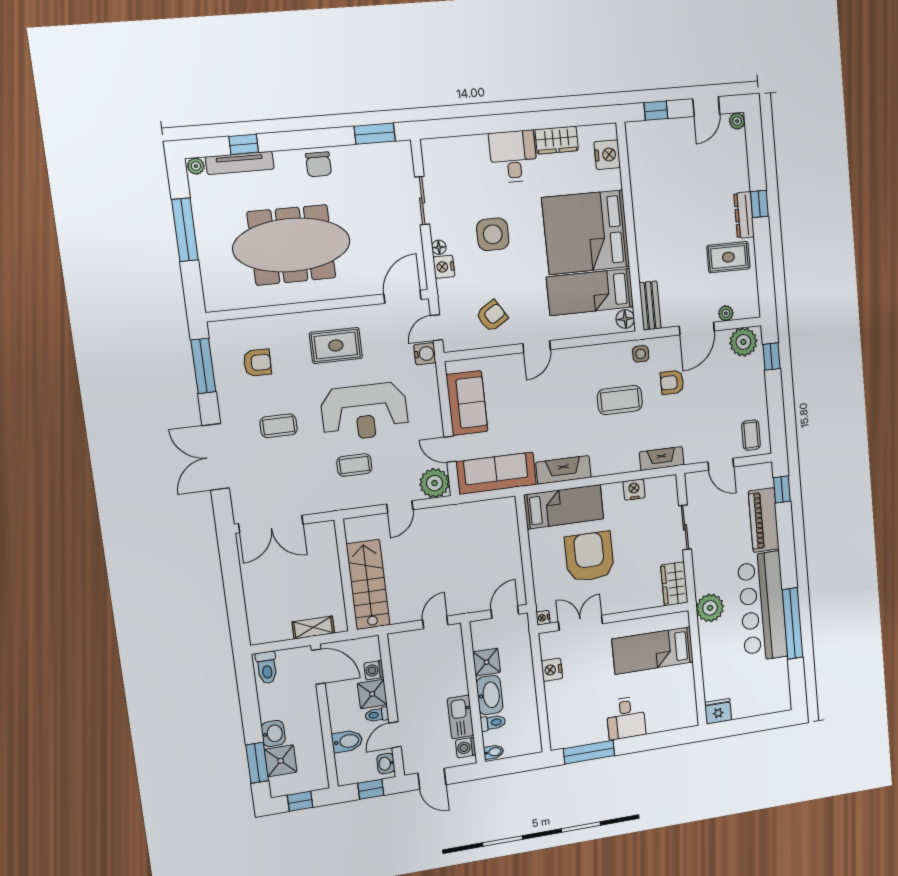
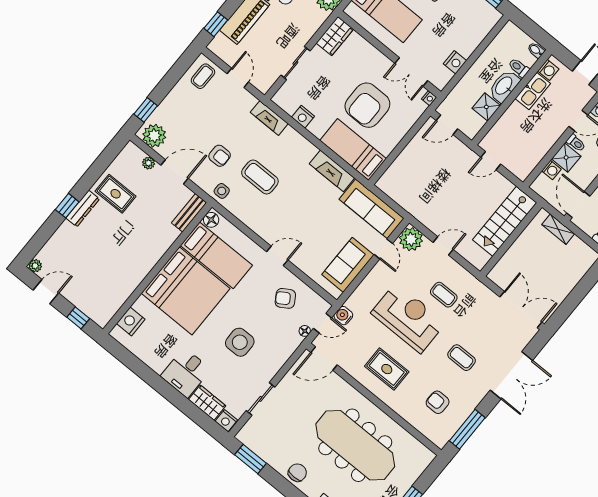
wardrobe: (557, 140) -> (207, 403), moved
floor lamp: (439, 247) -> (305, 331), moved
nightstand: (444, 267) -> (226, 421), moved, turned 90

